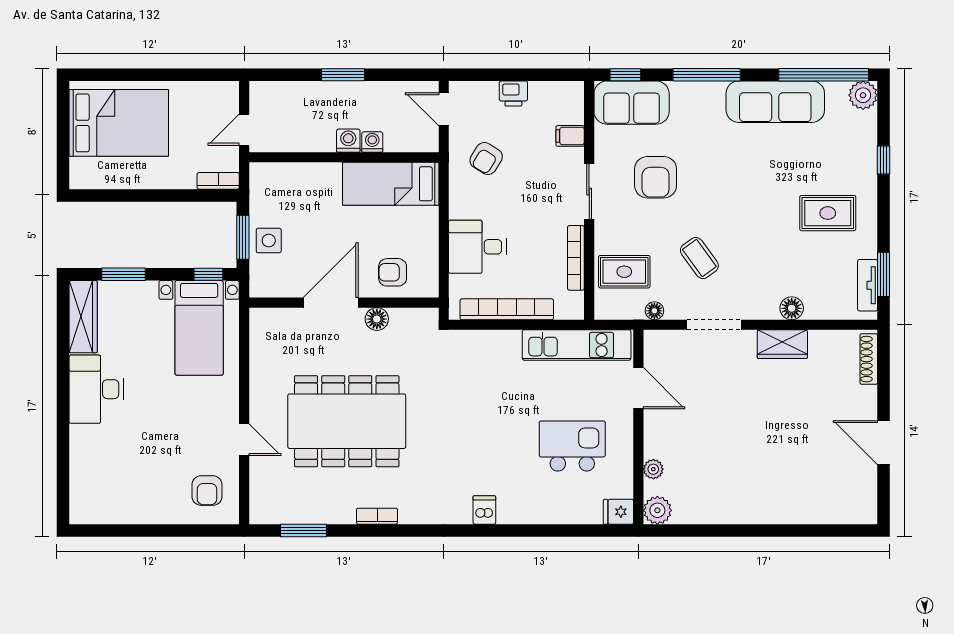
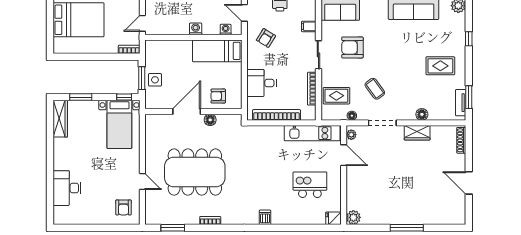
washing machine: (372, 142) -> (226, 29), moved
armchair: (656, 177) -> (352, 47), turned 90
desk: (96, 389) -> (67, 188), moved
plant: (653, 469) -> (351, 135), moved
window: (762, 531) -> (407, 228), added

